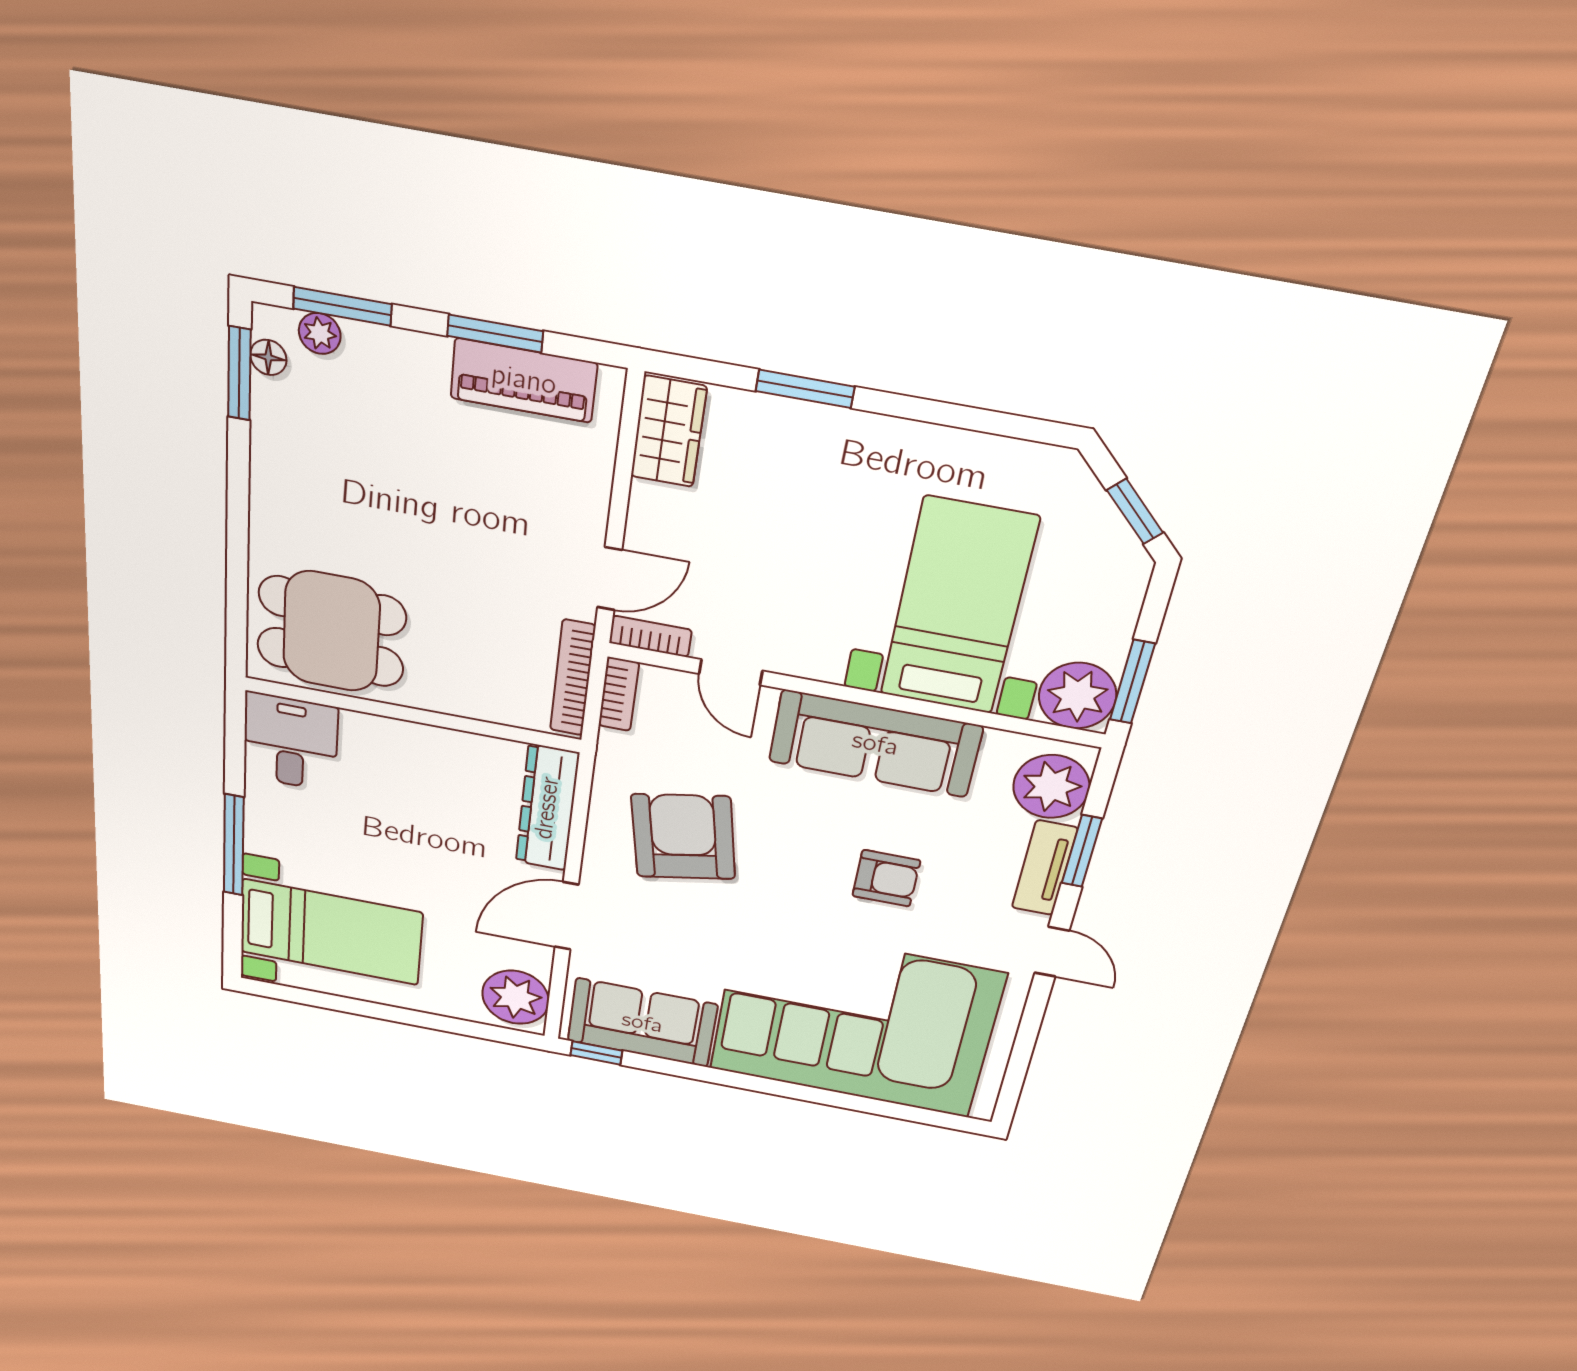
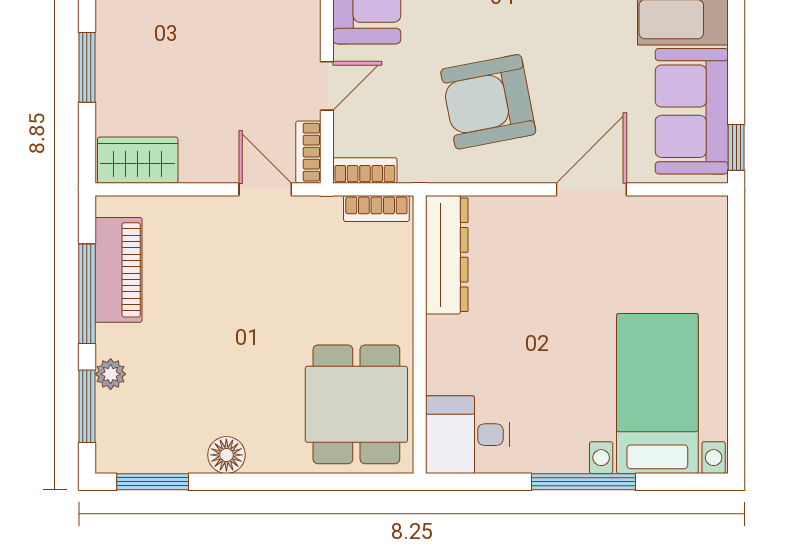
plant: (320, 333) -> (111, 374), moved
window: (495, 334) -> (87, 294), width x1.44
floor lamp: (268, 357) -> (226, 455), moved, width x1.37, depth x1.37
bookcase: (573, 678) -> (376, 209), width x0.64
dresser: (547, 808) -> (447, 255), moved, turned -90
door: (567, 916) -> (591, 189), swing flipped
plant: (516, 997) -> (690, 225), removed

